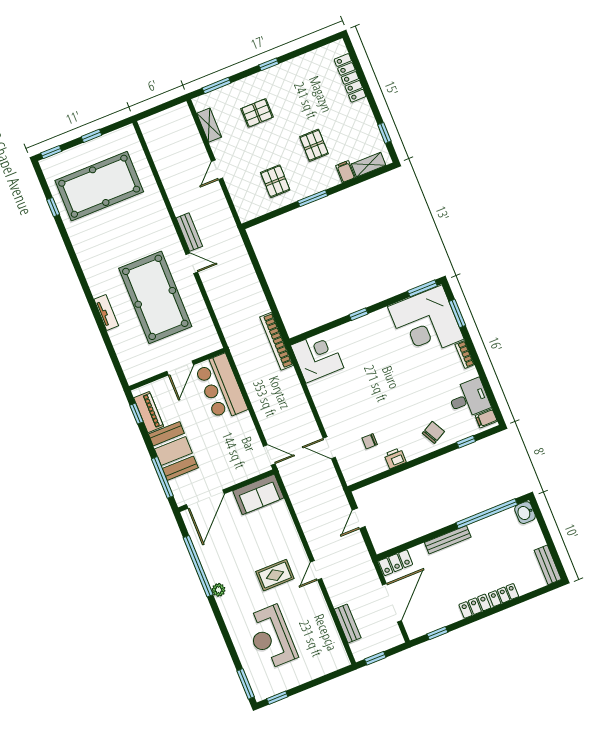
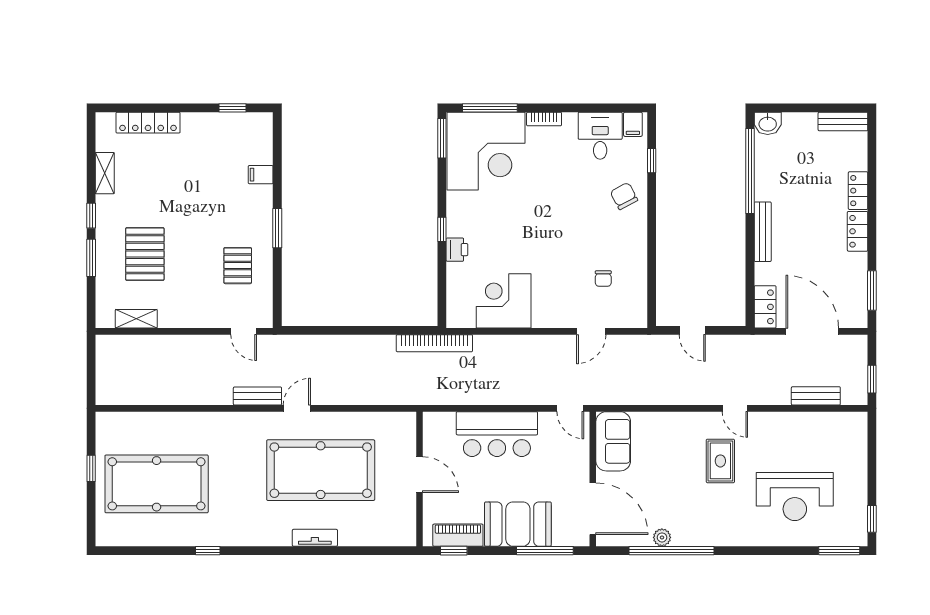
window: (216, 85) -> (91, 258), moved
pallet: (257, 113) -> (145, 254), width x1.50, depth x1.42
pallet: (314, 145) -> (213, 200), removed
window: (51, 152) -> (91, 526), removed
shelving: (369, 165) -> (105, 173), moved
door: (217, 170) -> (244, 331), moved
pallet: (275, 181) -> (238, 266), turned 90
pool table: (99, 186) -> (157, 484), turned 90
window: (53, 207) -> (208, 551), moved
window: (457, 313) -> (490, 108), width x1.44
corner desk: (317, 357) -> (504, 301), moved
bar counter: (221, 387) -> (497, 434), moved
door: (269, 455) -> (570, 408), swing flipped
printer: (395, 458) -> (457, 250), moved, turned 180
plant: (219, 590) -> (662, 537), moved
window: (437, 633) -> (872, 290), width x1.50

